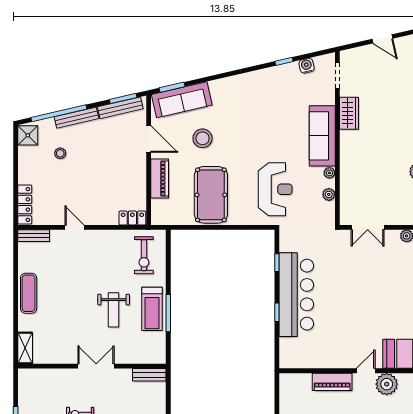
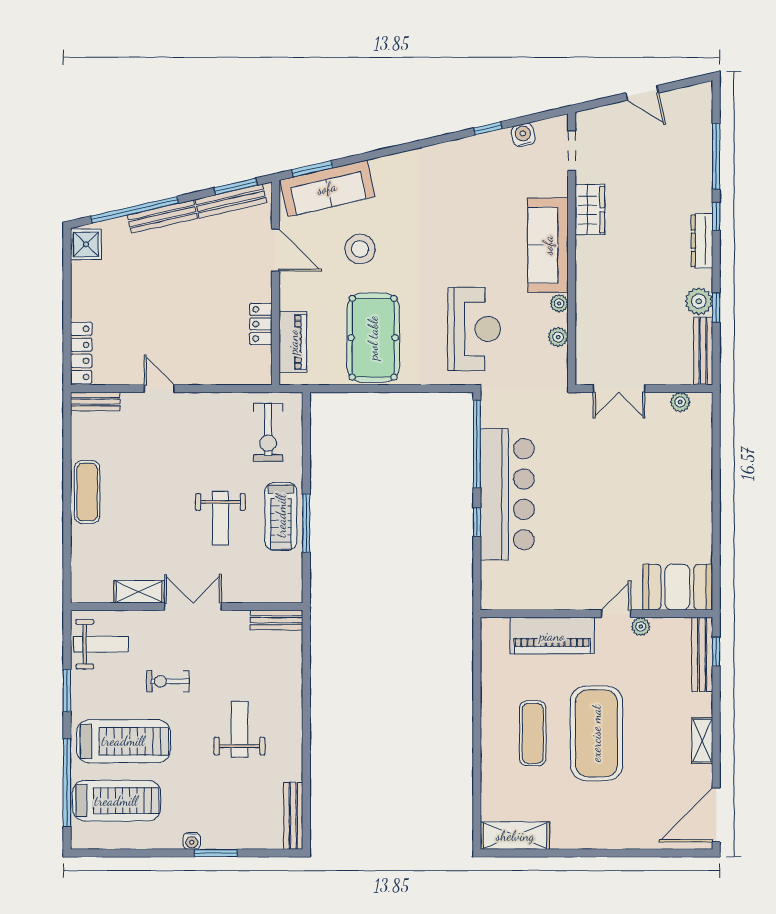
stool: (60, 153) -> (137, 273), removed
piano: (160, 179) -> (293, 342), moved
locker: (132, 218) -> (261, 324), moved, turned -90
window: (277, 263) -> (477, 444), width x3.17
shelving: (25, 348) -> (139, 592), moved, turned 90
piano: (332, 382) -> (552, 636), width x1.37, depth x1.33
plant: (387, 384) -> (641, 627), width x0.53, depth x0.53
weight bench: (37, 390) -> (101, 644), added

